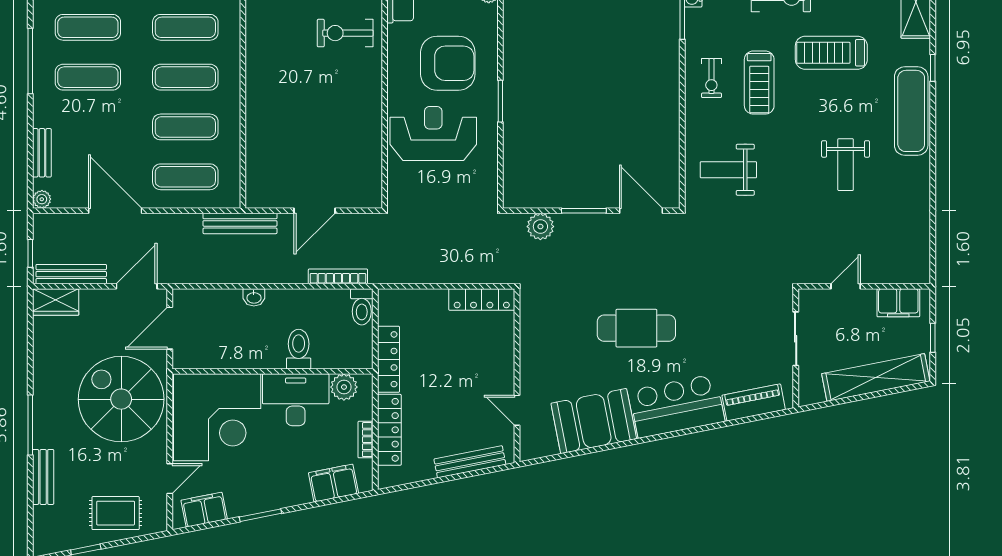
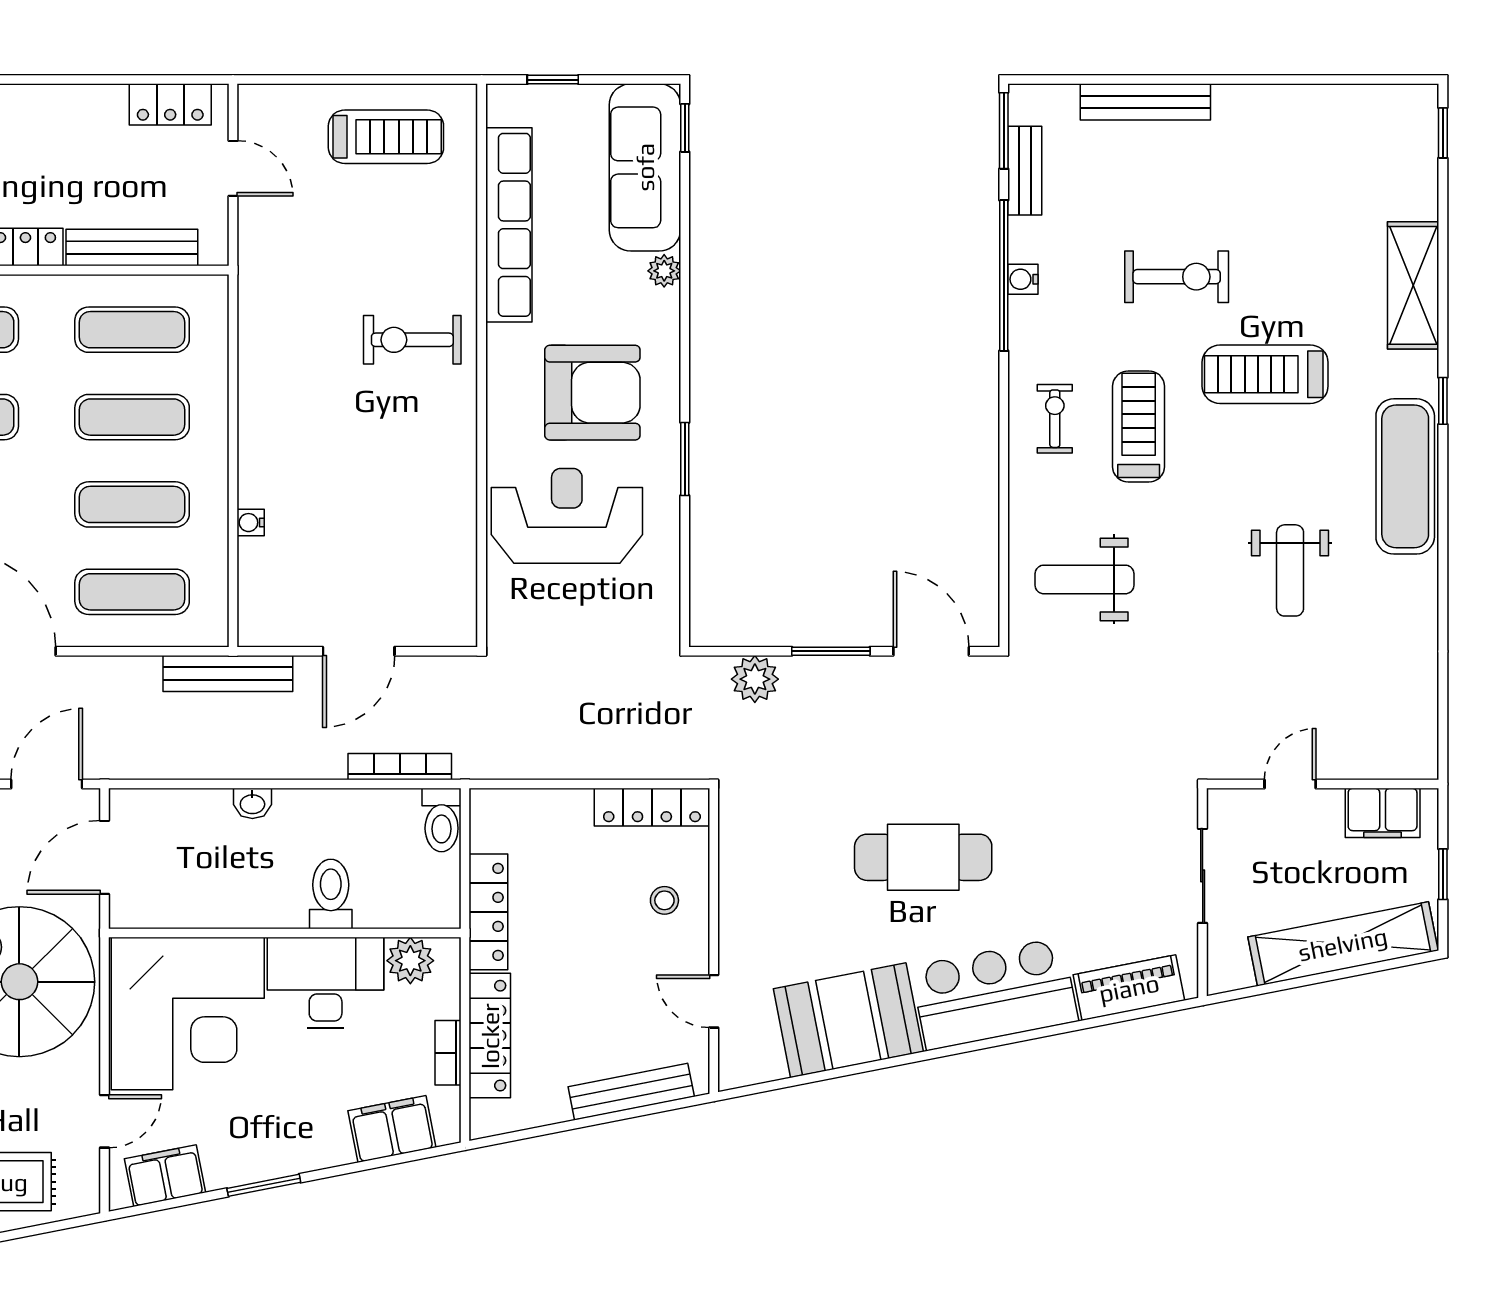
exercise bike: (711, 78) -> (1055, 419), turned 180
treadmill: (759, 83) -> (1139, 427), turned 180
water cooler: (253, 137) -> (251, 523), added
stool: (489, 353) -> (664, 900), added

